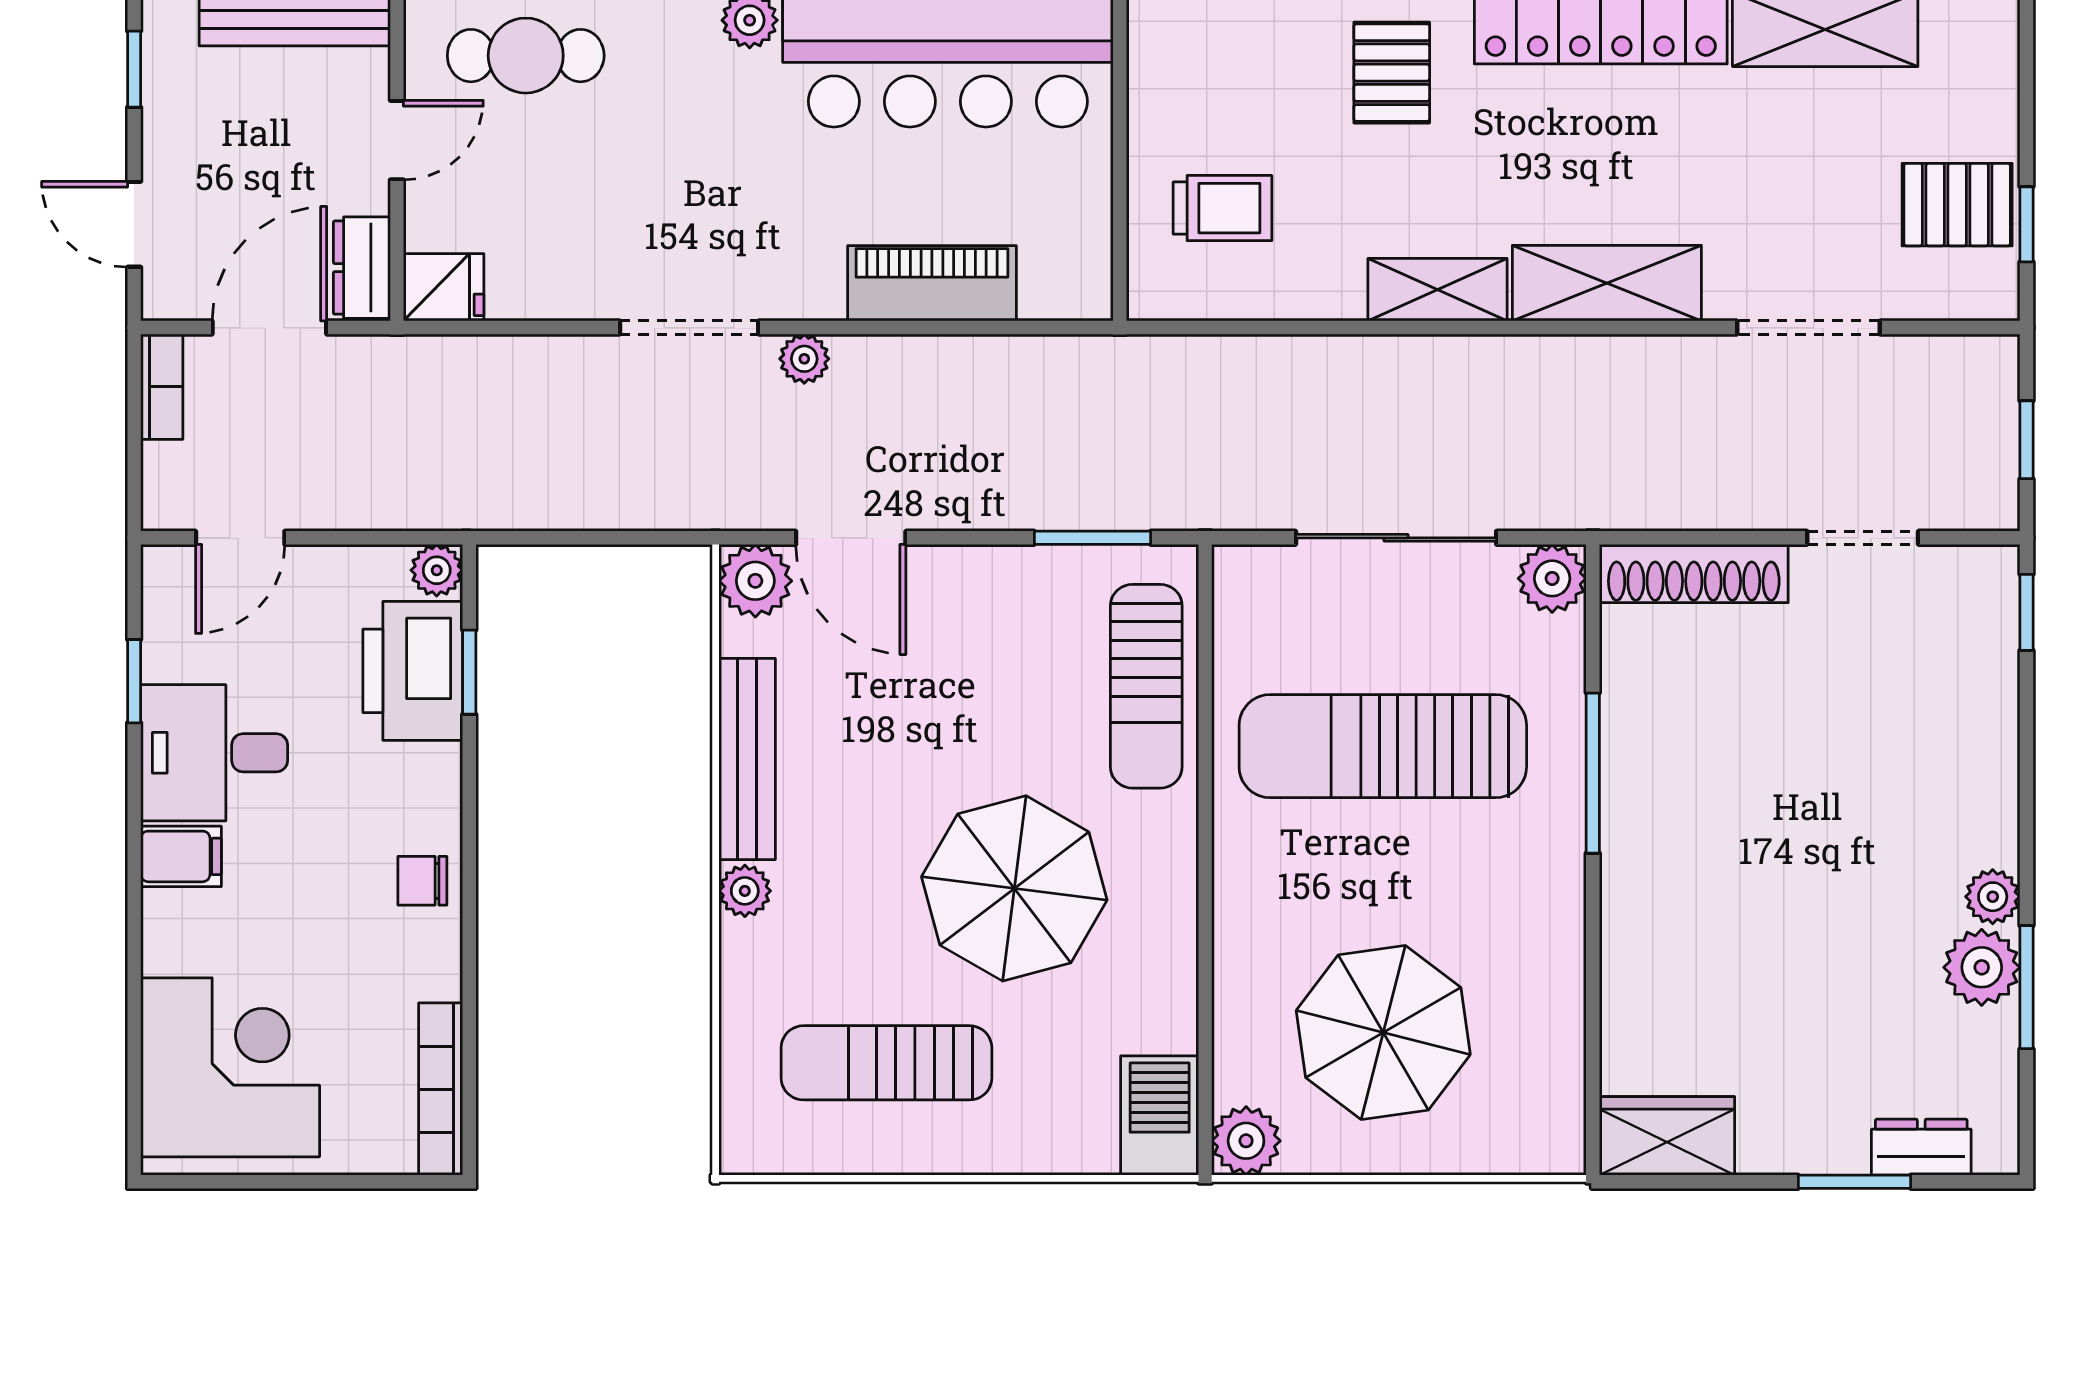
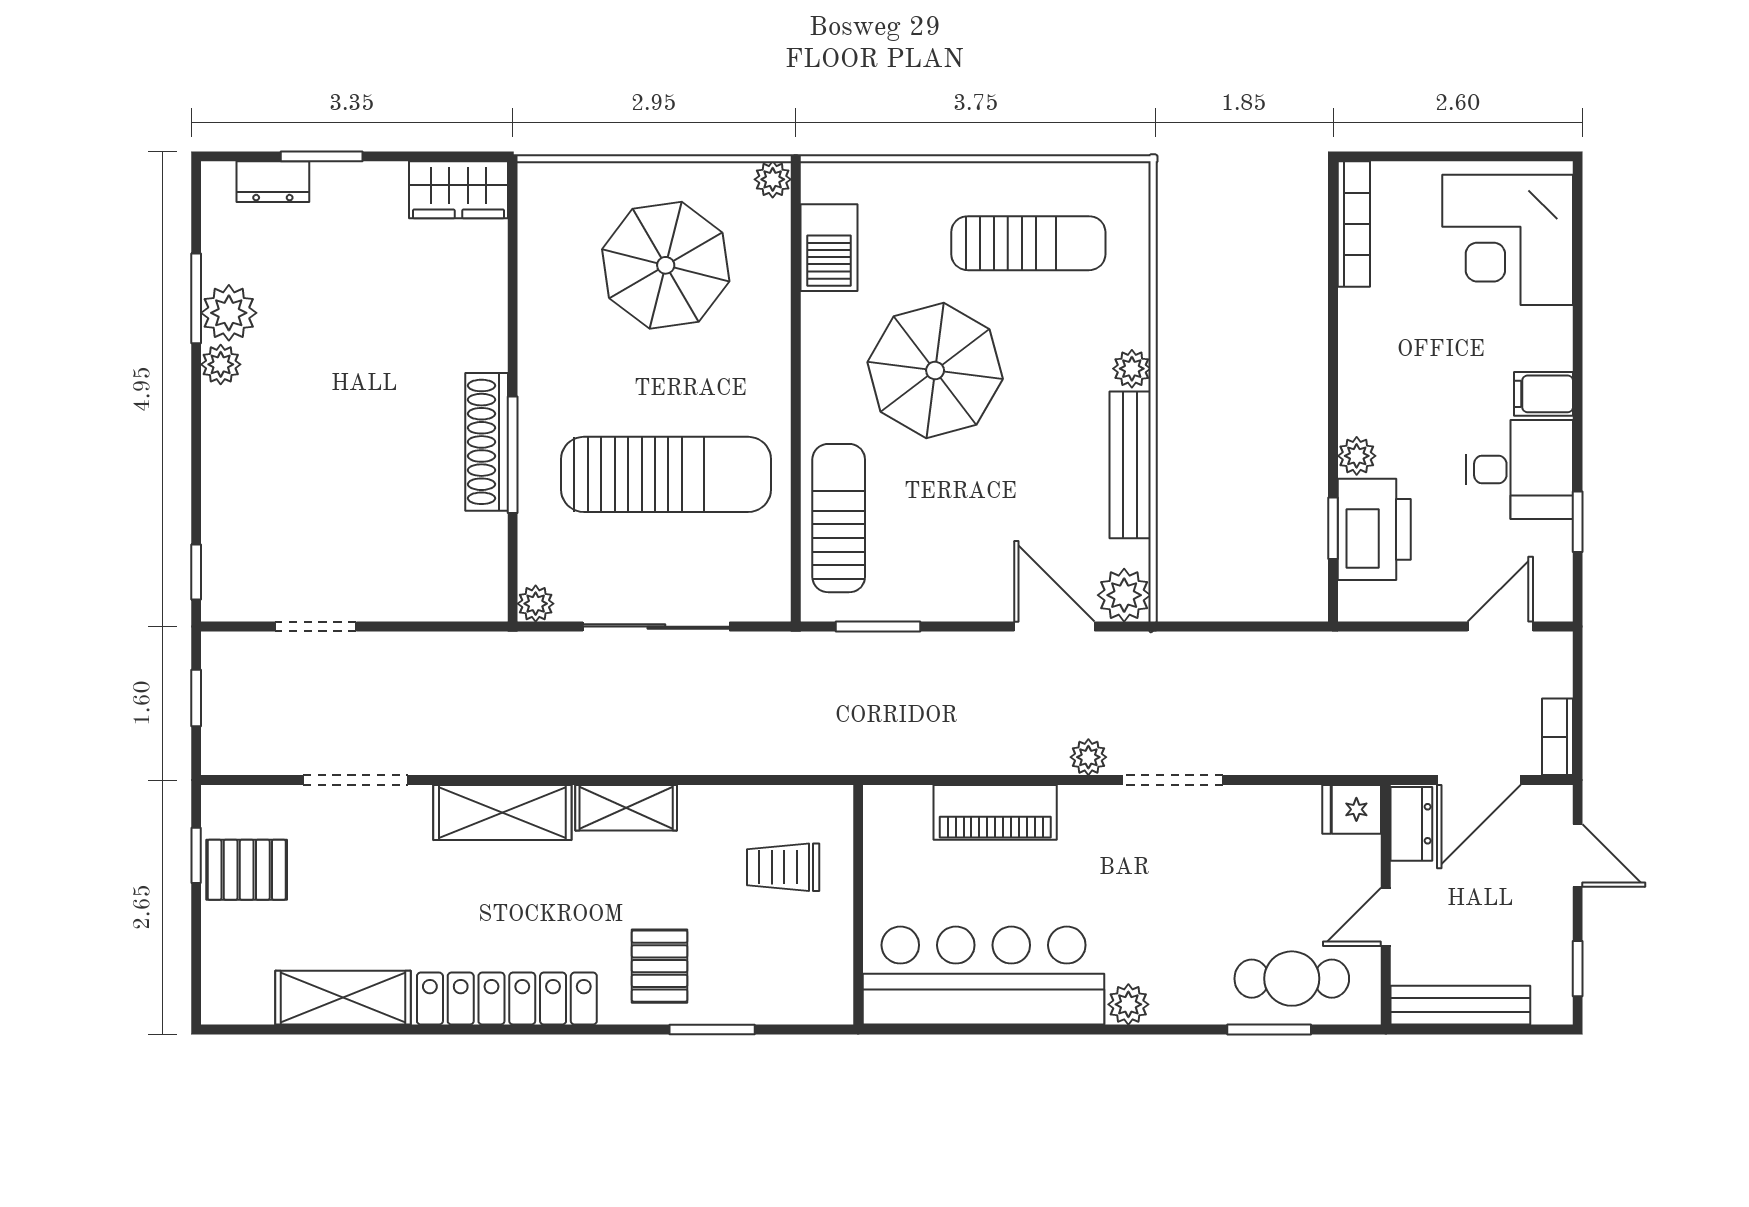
plant: (437, 570) -> (1357, 456), moved
shoe rack: (1694, 574) -> (487, 442), moved, turned -90
plant: (1552, 578) -> (536, 604), width x0.73, depth x0.73
chair: (422, 881) -> (1367, 376), removed
barbecue: (1160, 1115) -> (829, 248), moved
plant: (1246, 1141) -> (773, 179), width x0.73, depth x0.73

